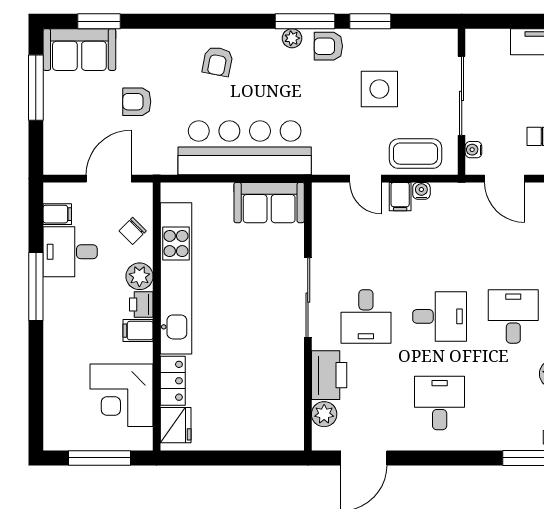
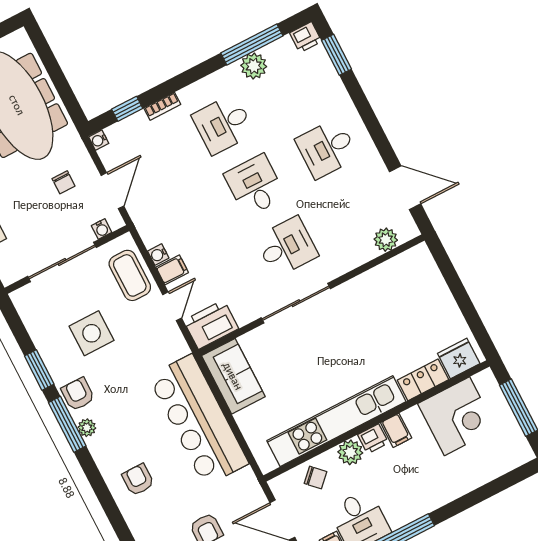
armchair: (328, 46) -> (78, 394), turned 180
armchair: (218, 61) -> (138, 480), turned -101
printer: (329, 375) -> (211, 325), moved

